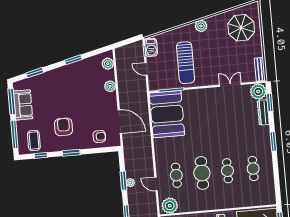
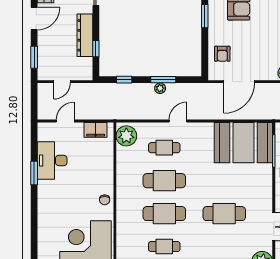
cafe table: (223, 124) -> (224, 214), added
cafe table: (228, 171) -> (164, 214), width x1.37, depth x1.35
door: (156, 184) -> (178, 121), moved

